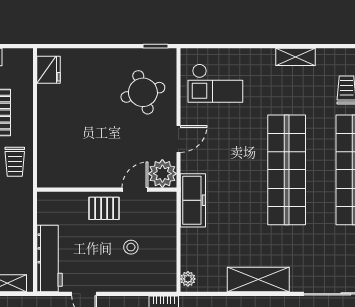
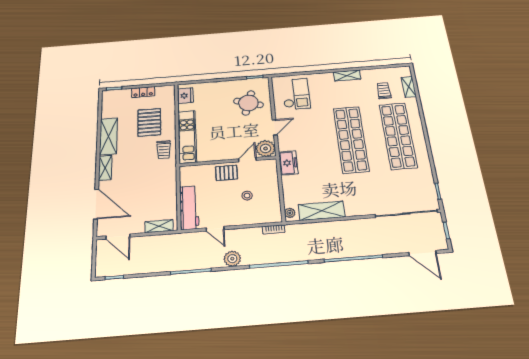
checkout: (215, 83) -> (296, 94), turned -90
round table: (143, 92) -> (248, 103), turned 33
kitchen unit: (50, 143) -> (187, 137), added
freezer: (193, 200) -> (288, 163), width x0.71
shelving: (258, 279) -> (322, 211), moved

